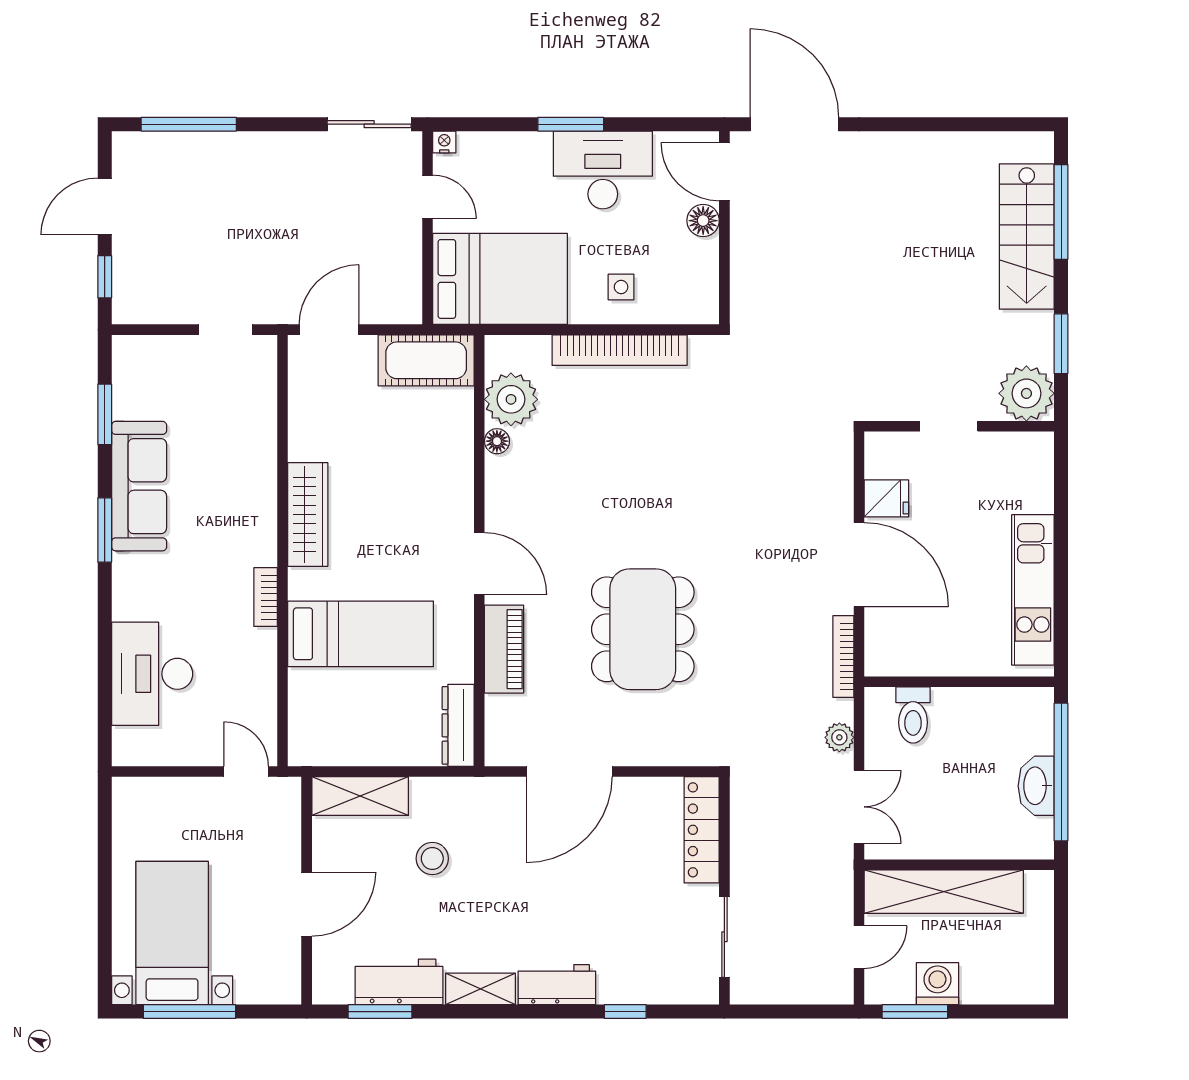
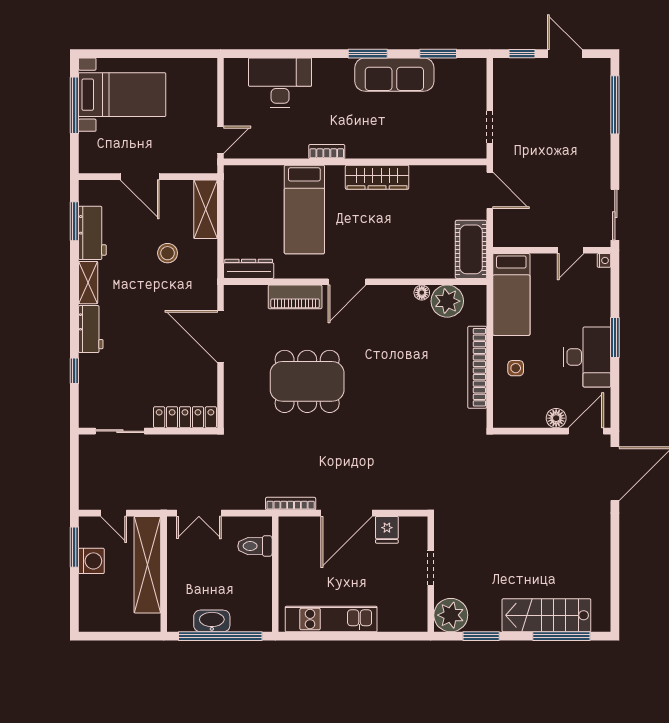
bed: (500, 279) -> (511, 294), width x0.67
plant: (839, 737) -> (241, 501), removed

